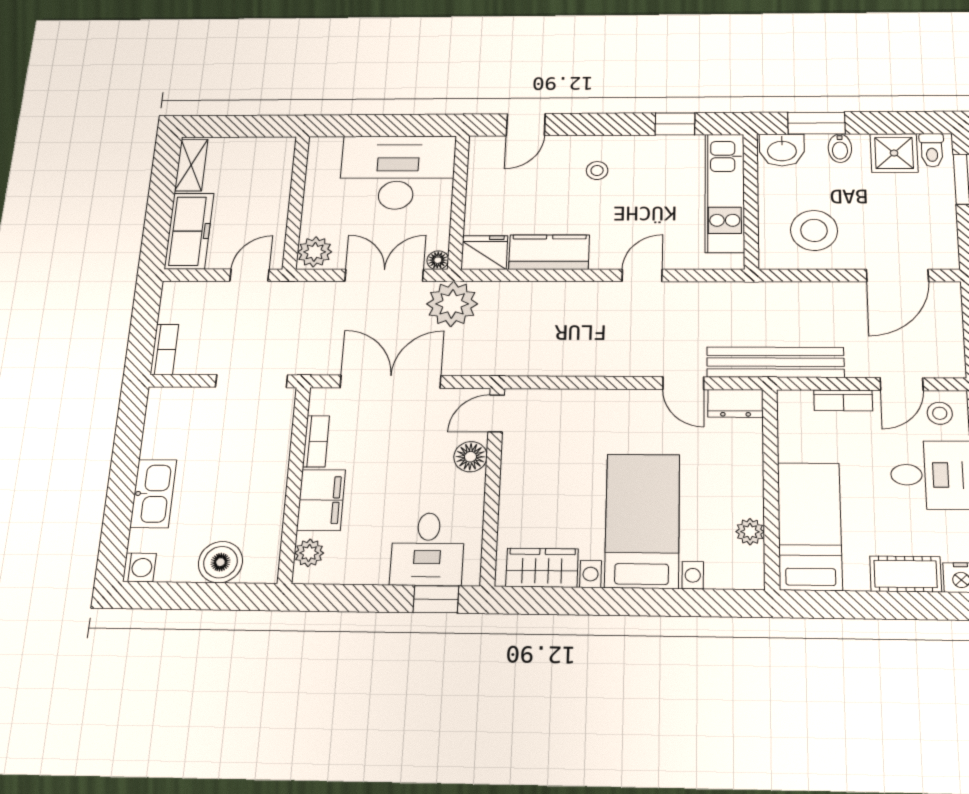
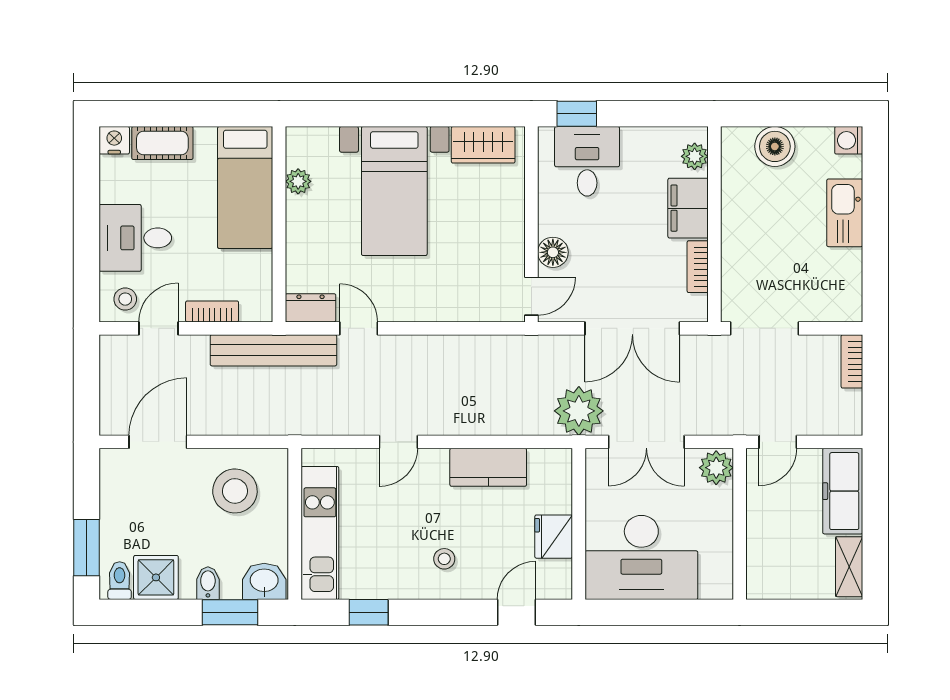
fridge: (484, 253) -> (554, 537), moved, turned 90
floor lamp: (438, 260) -> (595, 459), removed

